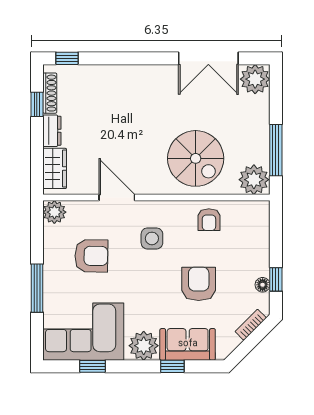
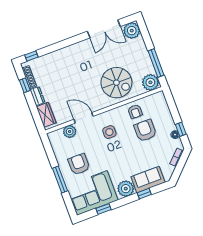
plant: (54, 212) -> (70, 131), moved
armchair: (91, 256) -> (79, 164), moved, turned -91
armchair: (199, 284) -> (145, 131), moved

